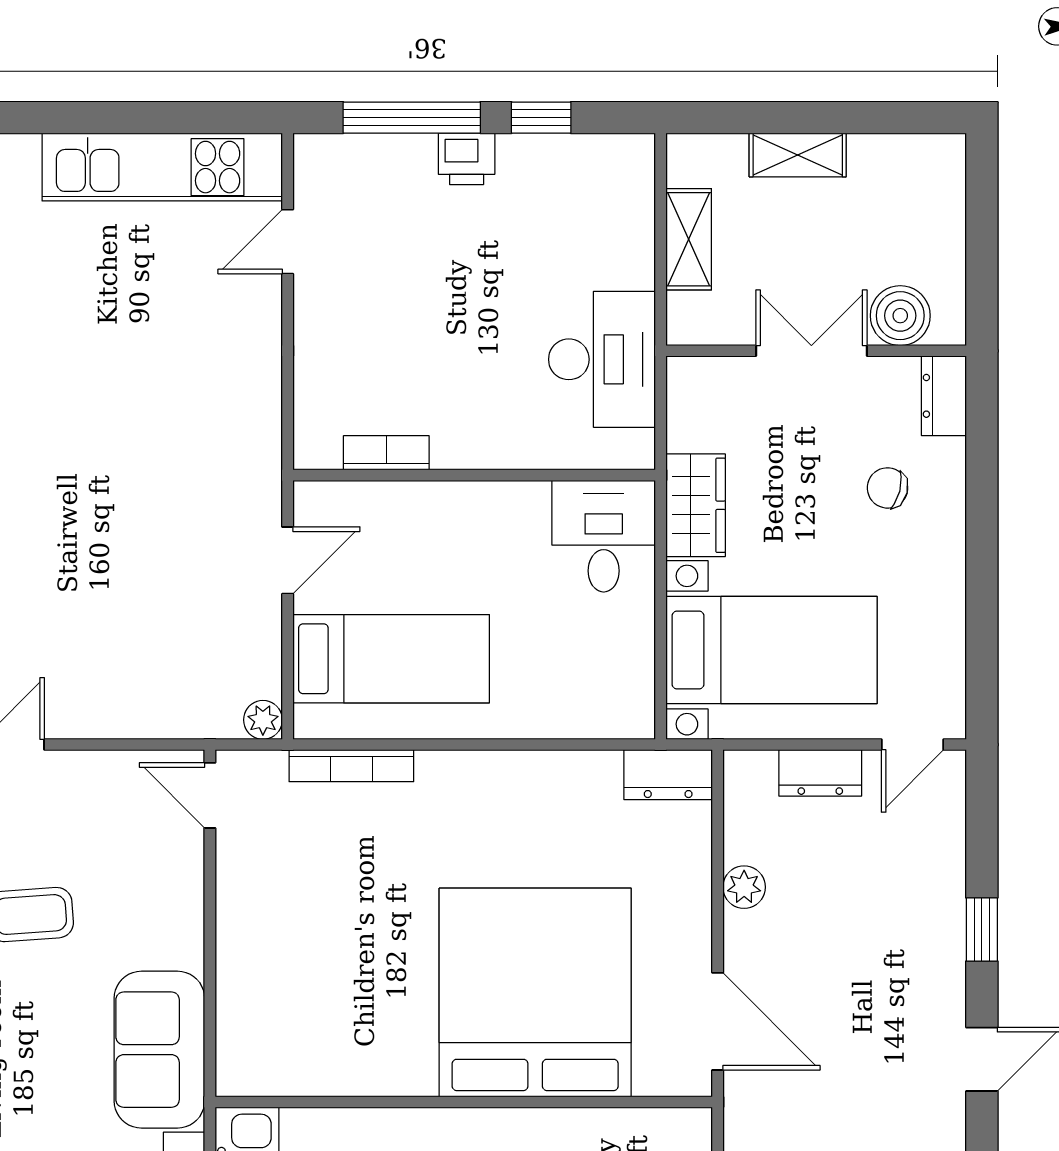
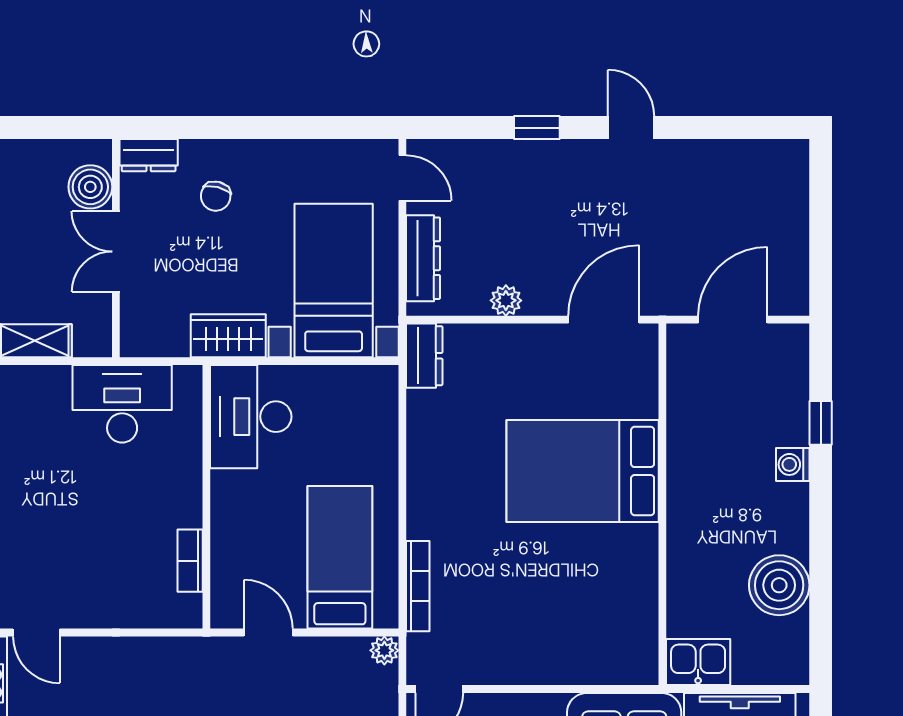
desk: (604, 536) -> (251, 417), width x1.37
dresser: (820, 773) -> (423, 258), width x1.44
bed: (535, 992) -> (583, 471), width x0.73

